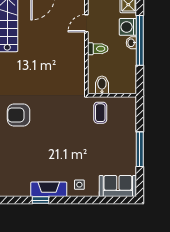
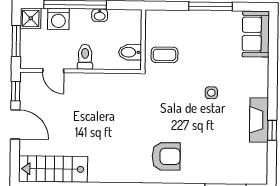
washbasin: (131, 43) -> (100, 15), moved
armchair: (19, 115) -> (166, 156), turned -90
side table: (79, 185) -> (211, 93), moved

